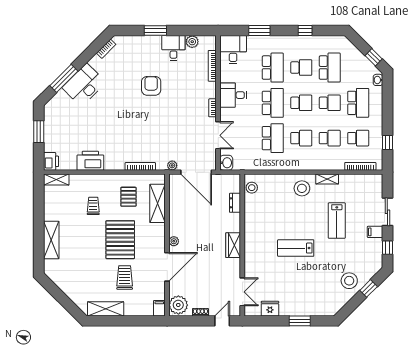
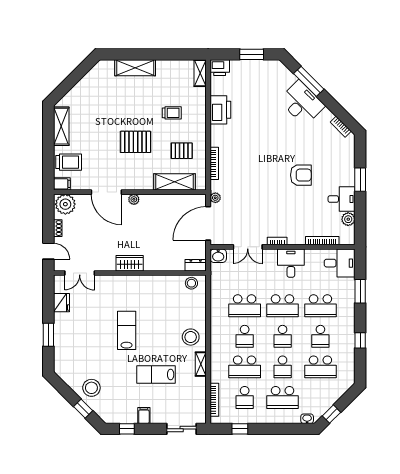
school desk: (330, 138) -> (245, 367), width x1.85
dresser: (235, 203) -> (196, 265), moved
sliding door: (387, 212) -> (182, 429), moved
pallet: (120, 240) -> (136, 142), width x0.73, depth x0.71
trolley: (125, 278) -> (69, 162), moved

